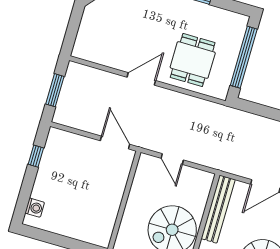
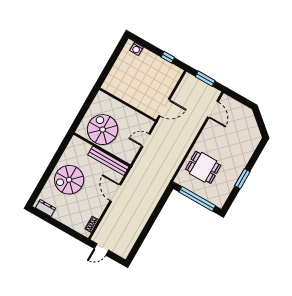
door: (141, 79) -> (213, 109), moved

